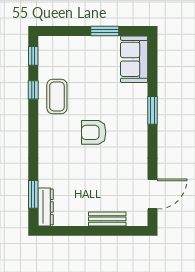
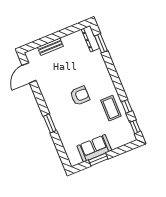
sofa: (134, 59) -> (94, 148), moved, turned -90

